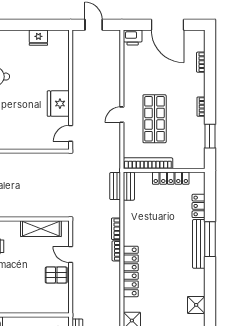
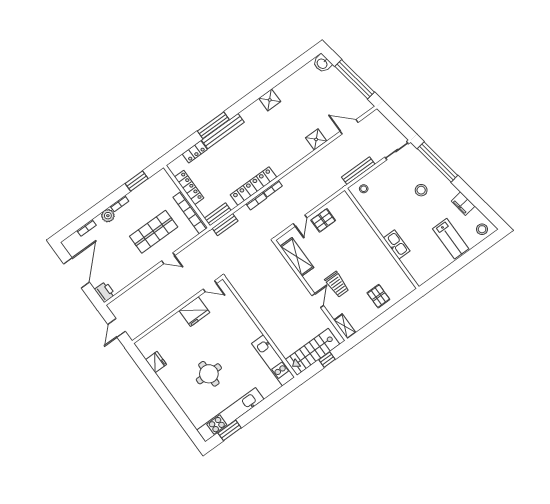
plant: (198, 89) -> (108, 216), added
locker: (131, 271) -> (254, 186), moved
pallet: (56, 275) -> (323, 220), turned 90

